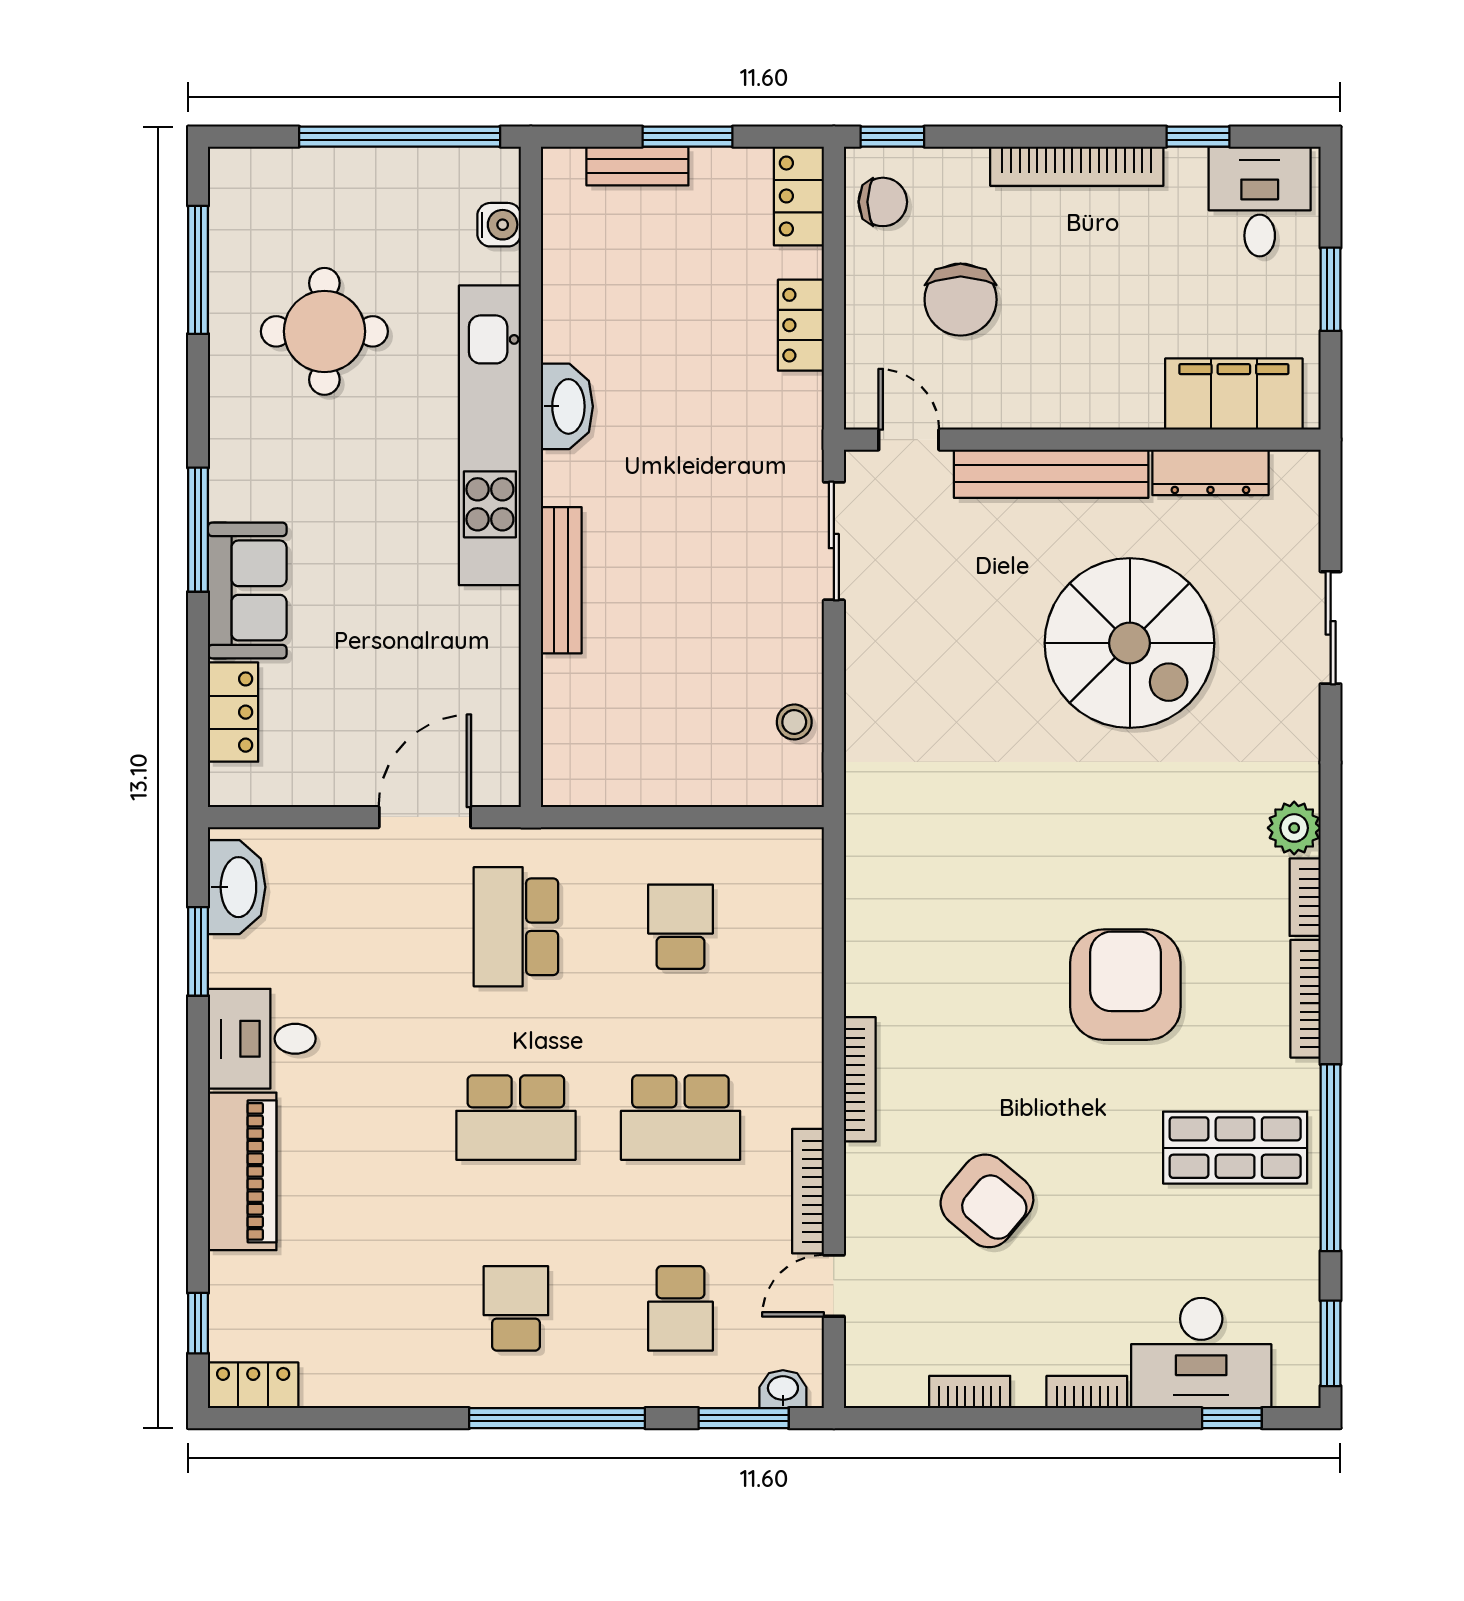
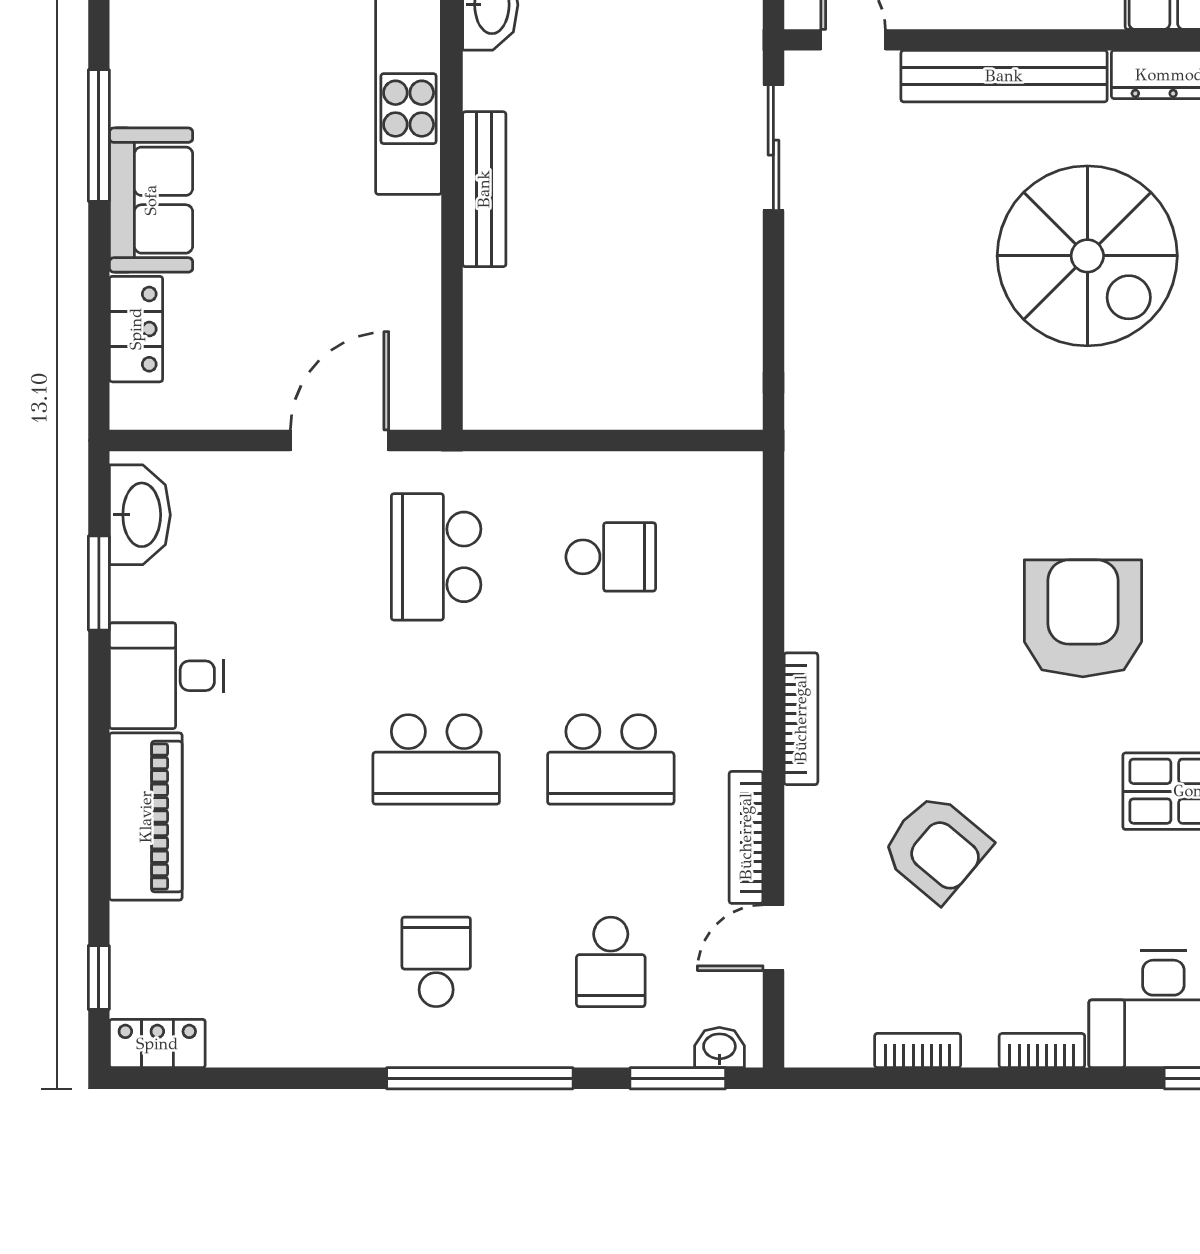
stool: (794, 722) -> (731, 340), removed
school desk: (680, 927) -> (611, 557), turned 90

